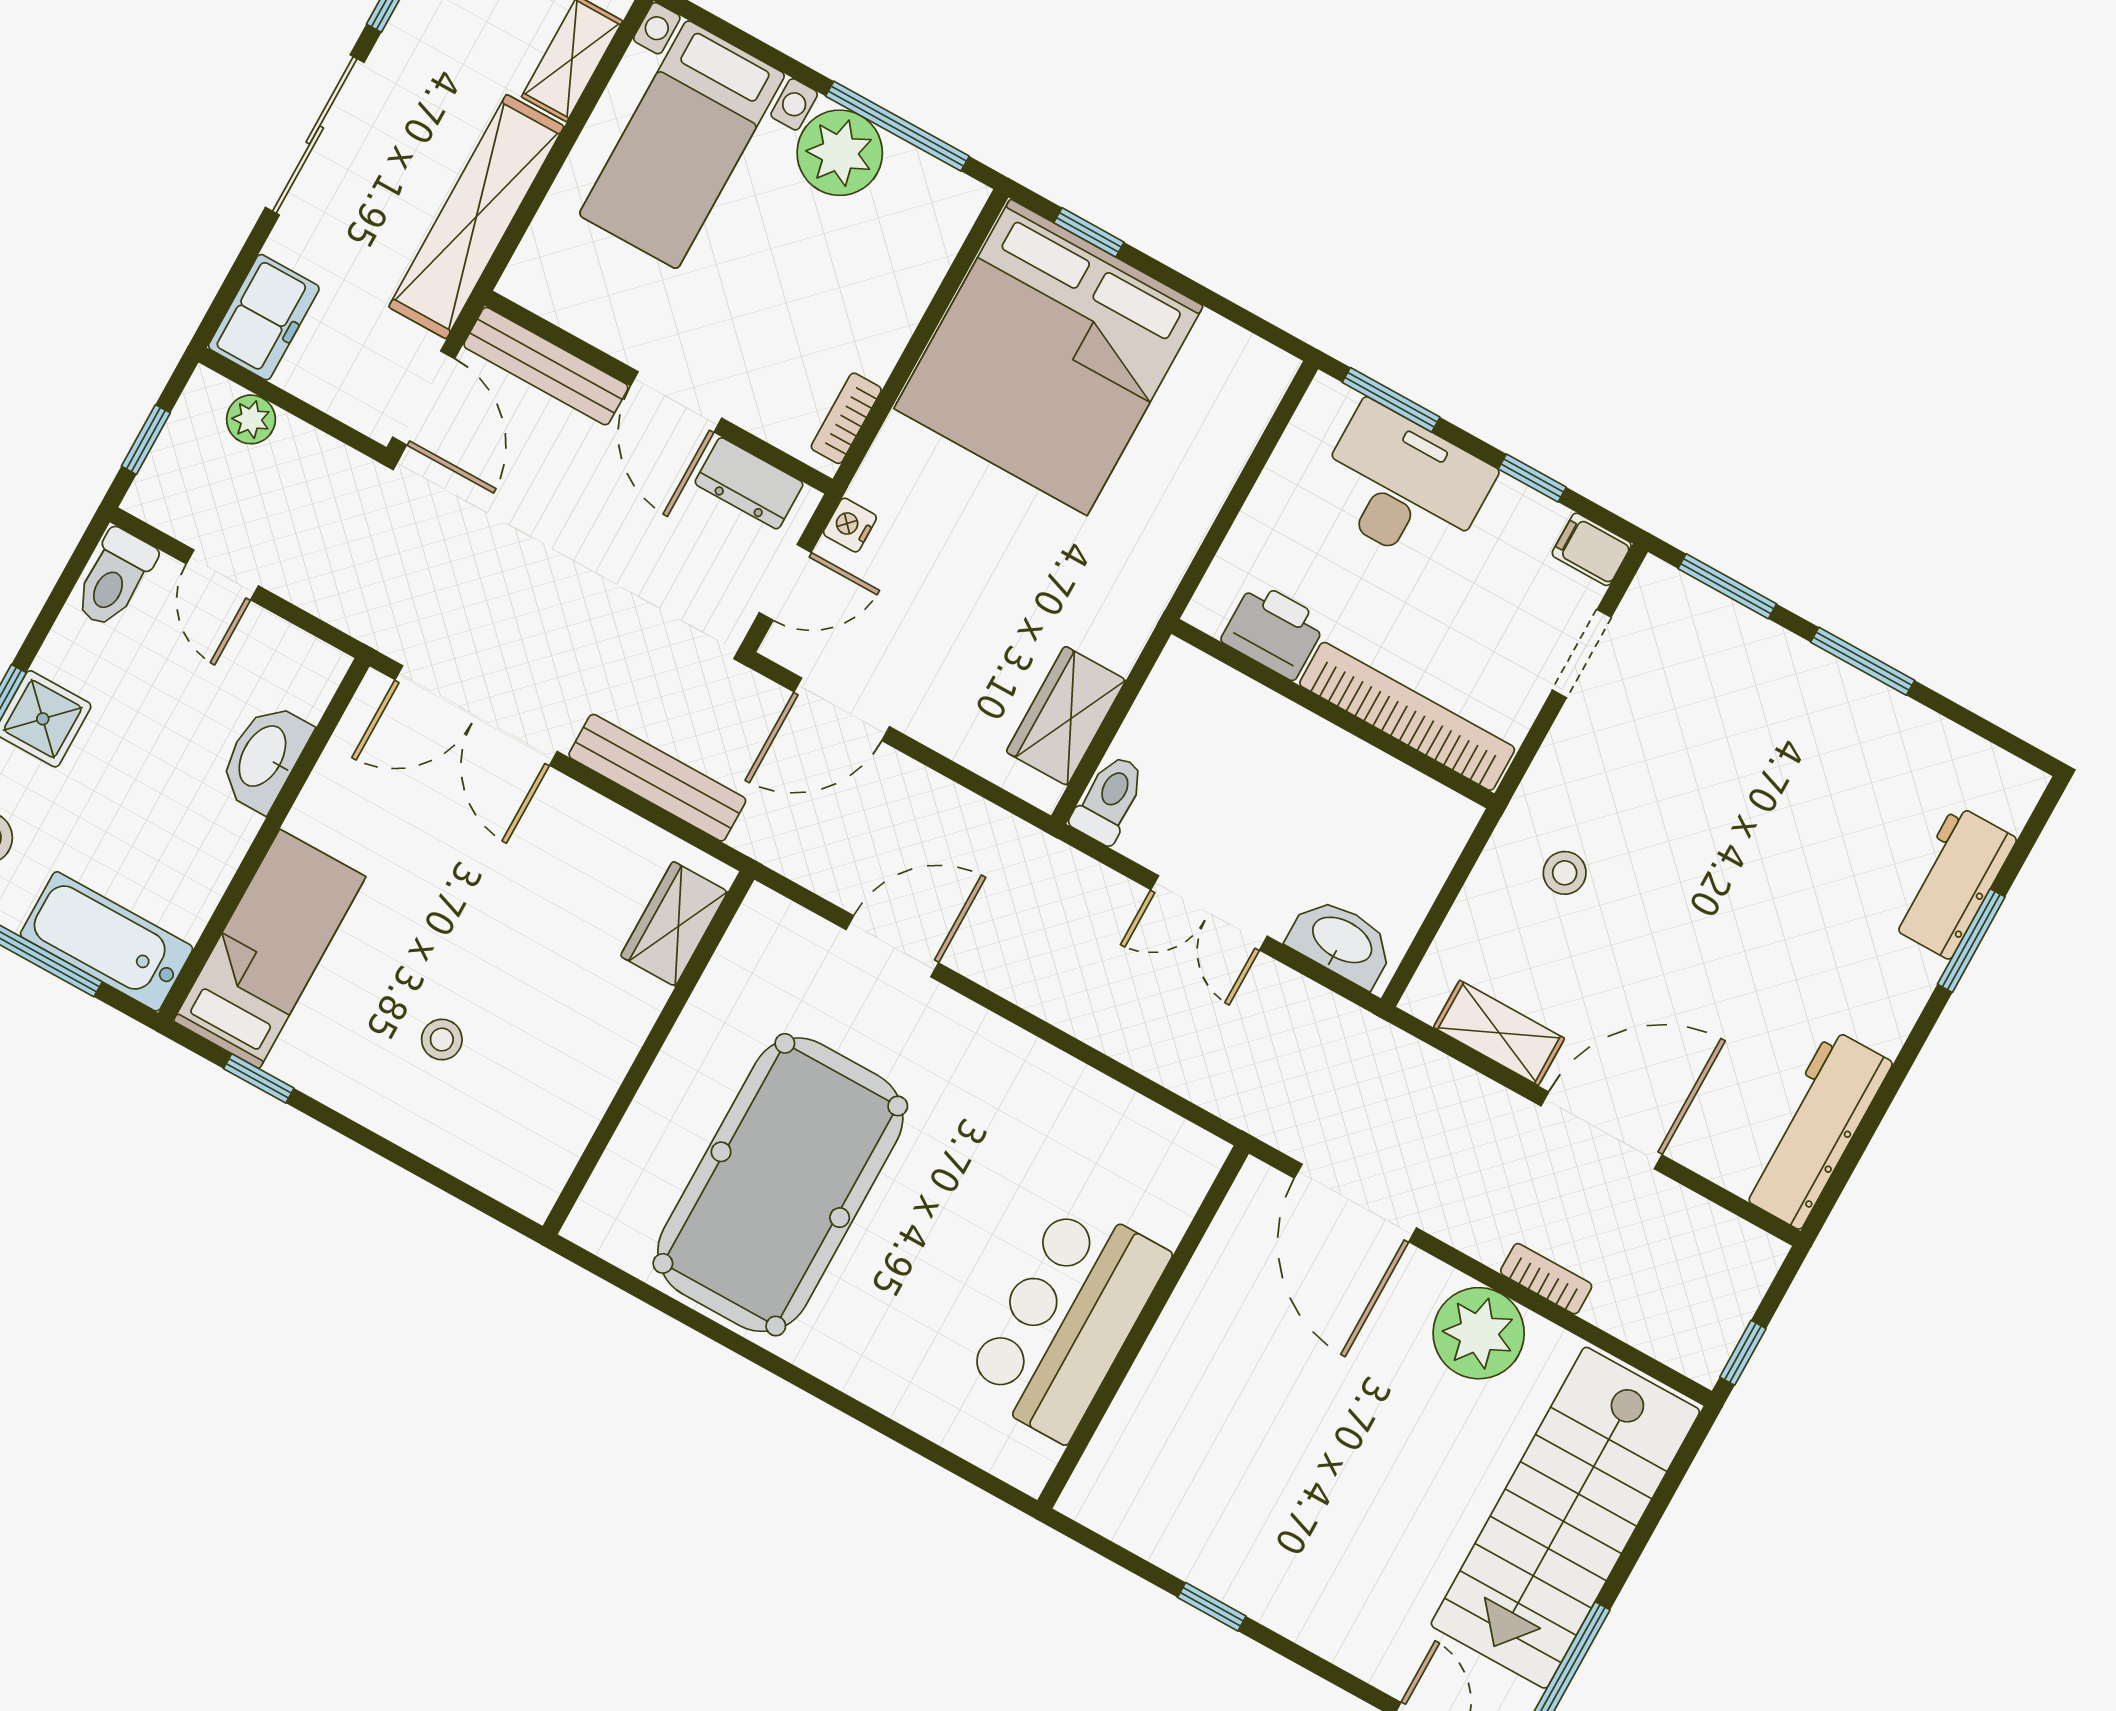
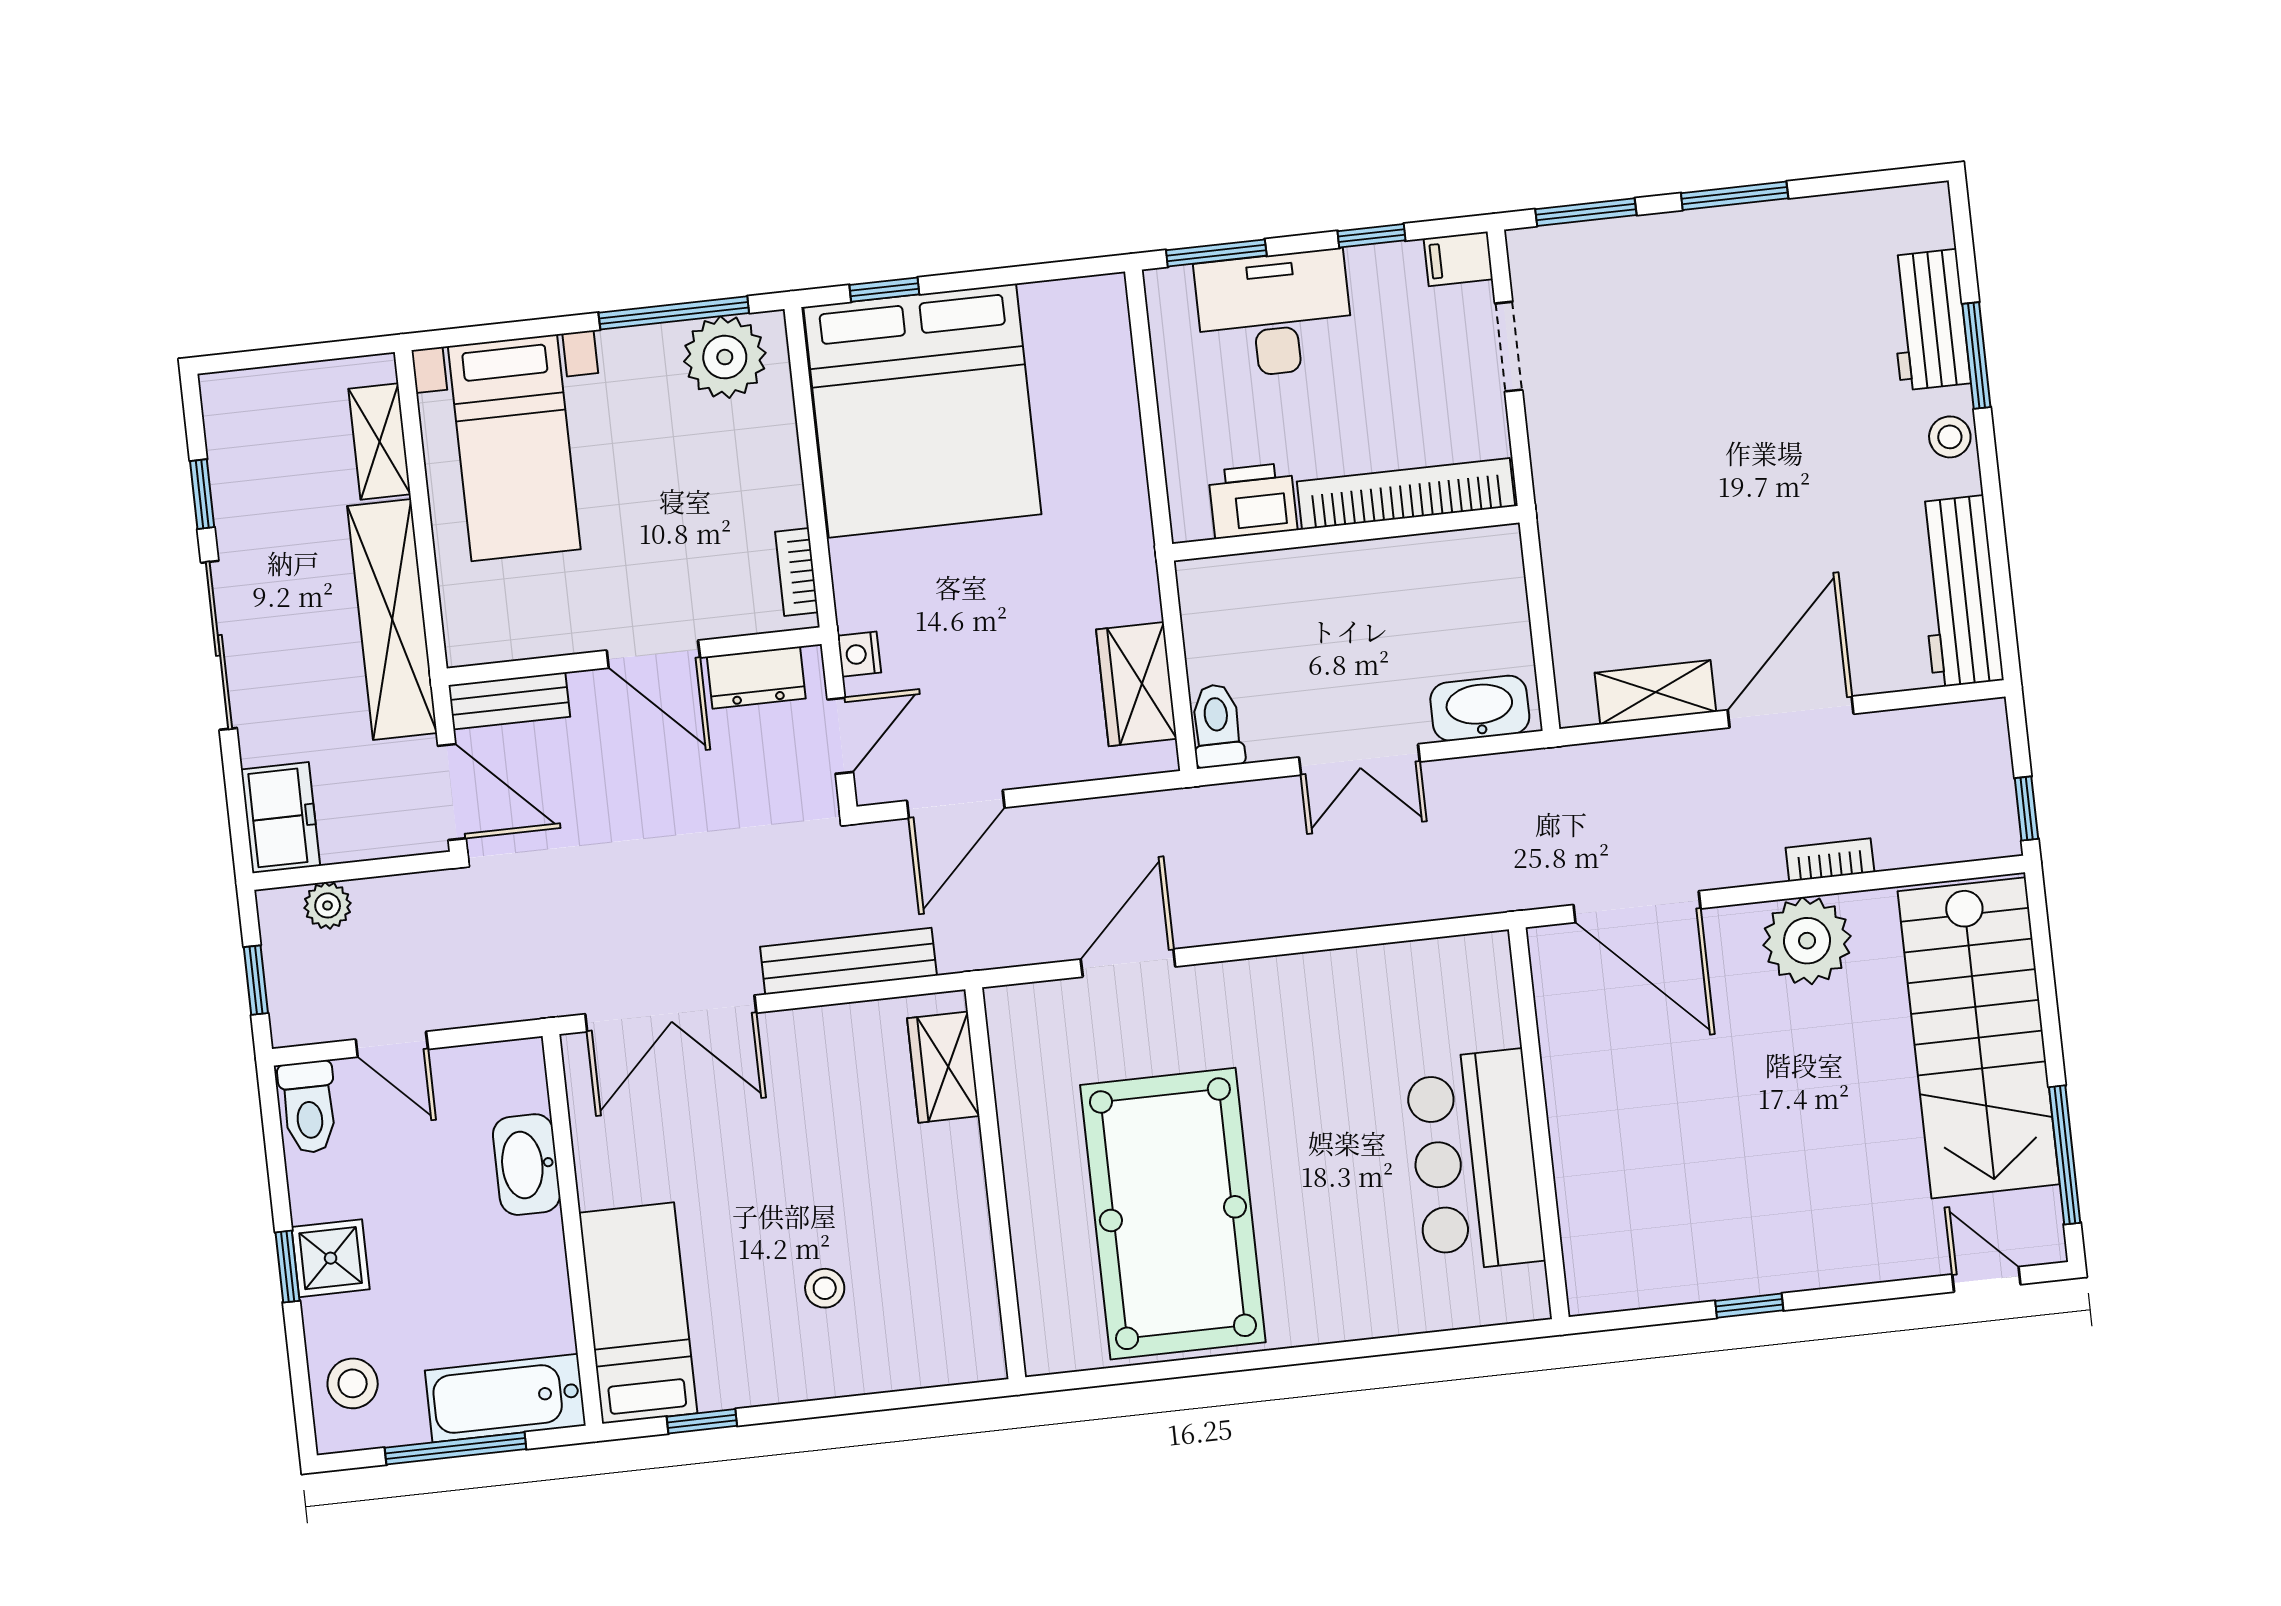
plant: (840, 153) -> (725, 357), moved
bench: (546, 366) -> (509, 701), width x0.73
stool: (1565, 873) -> (1950, 437), moved

